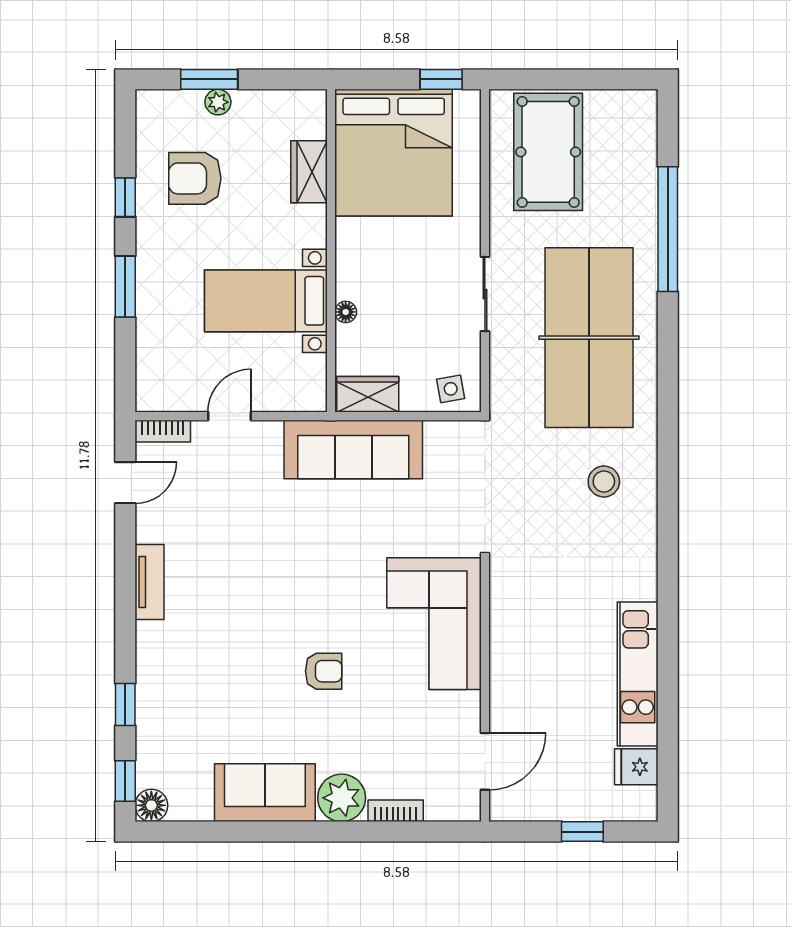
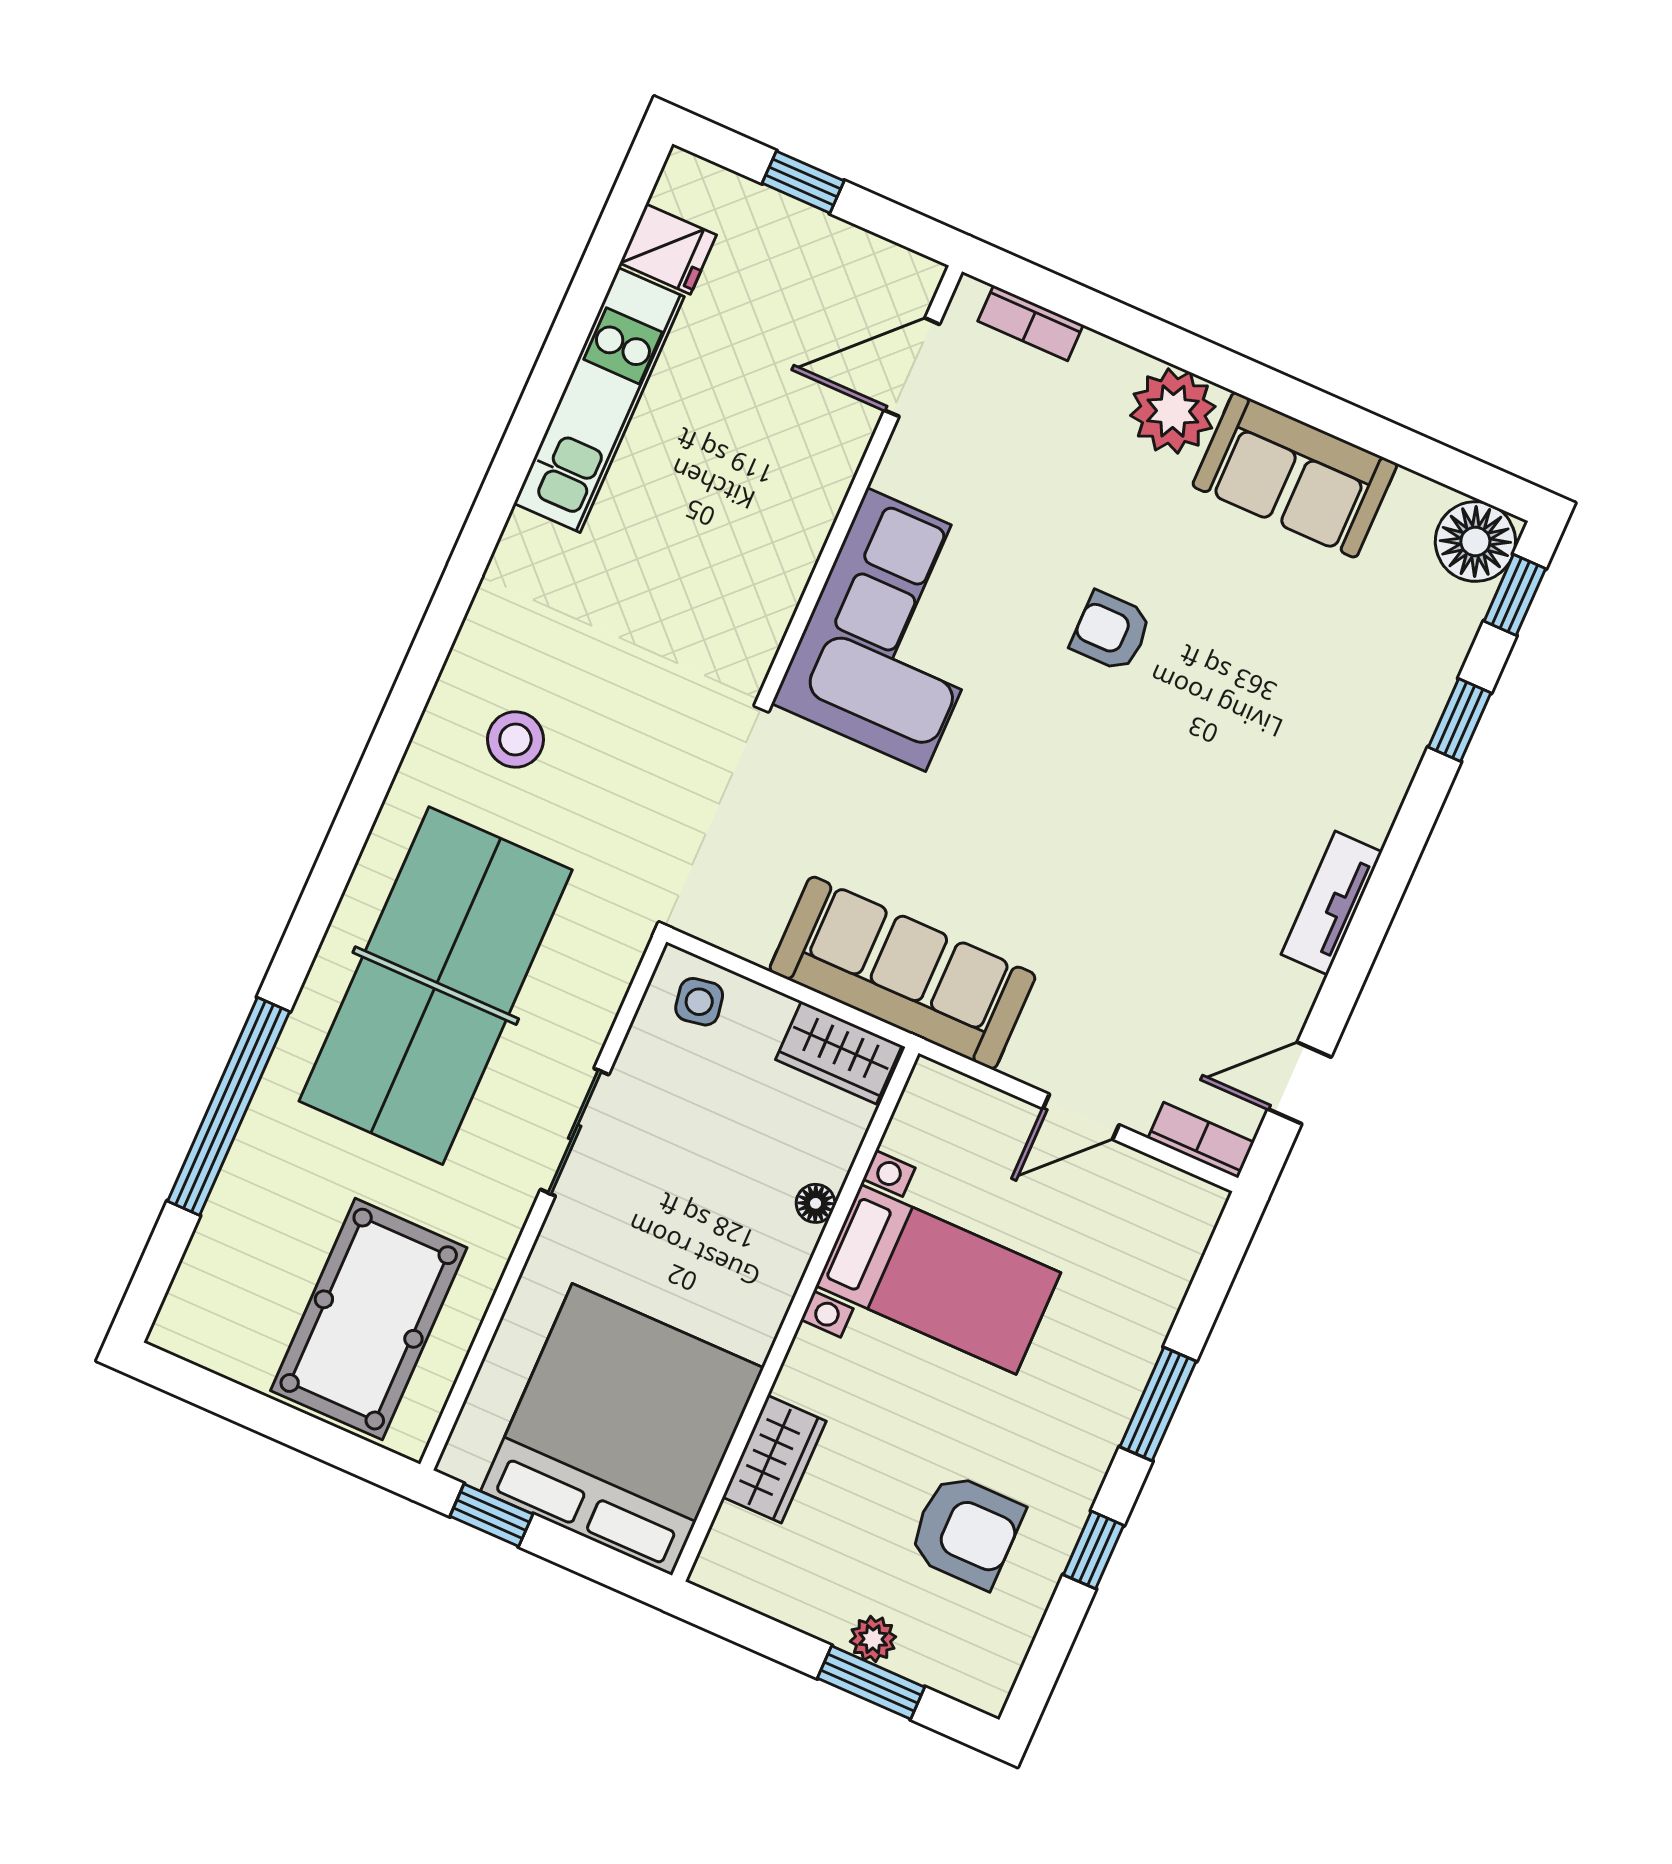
floor lamp: (151, 805) -> (1475, 542), width x1.38, depth x1.38
bookcase: (396, 811) -> (1031, 323), moved

